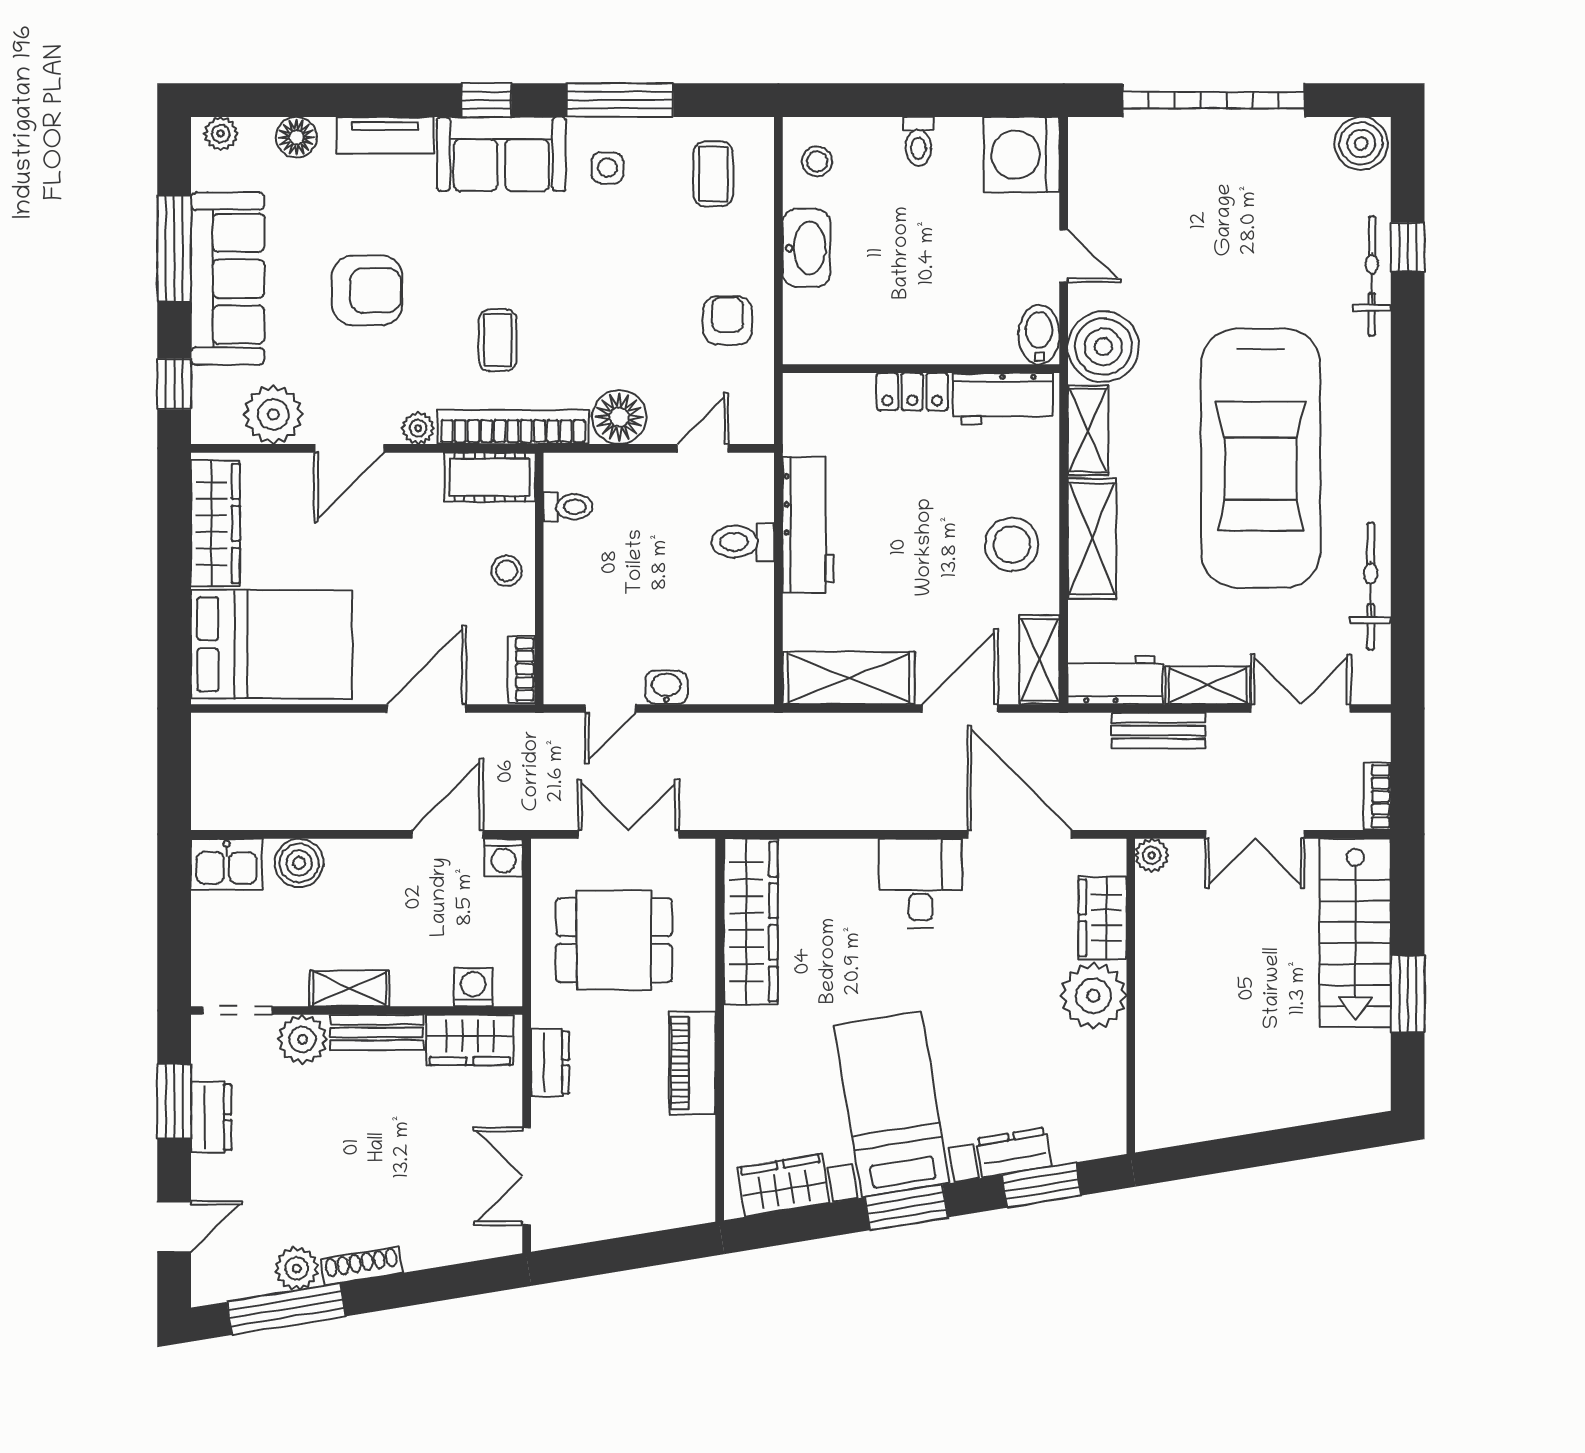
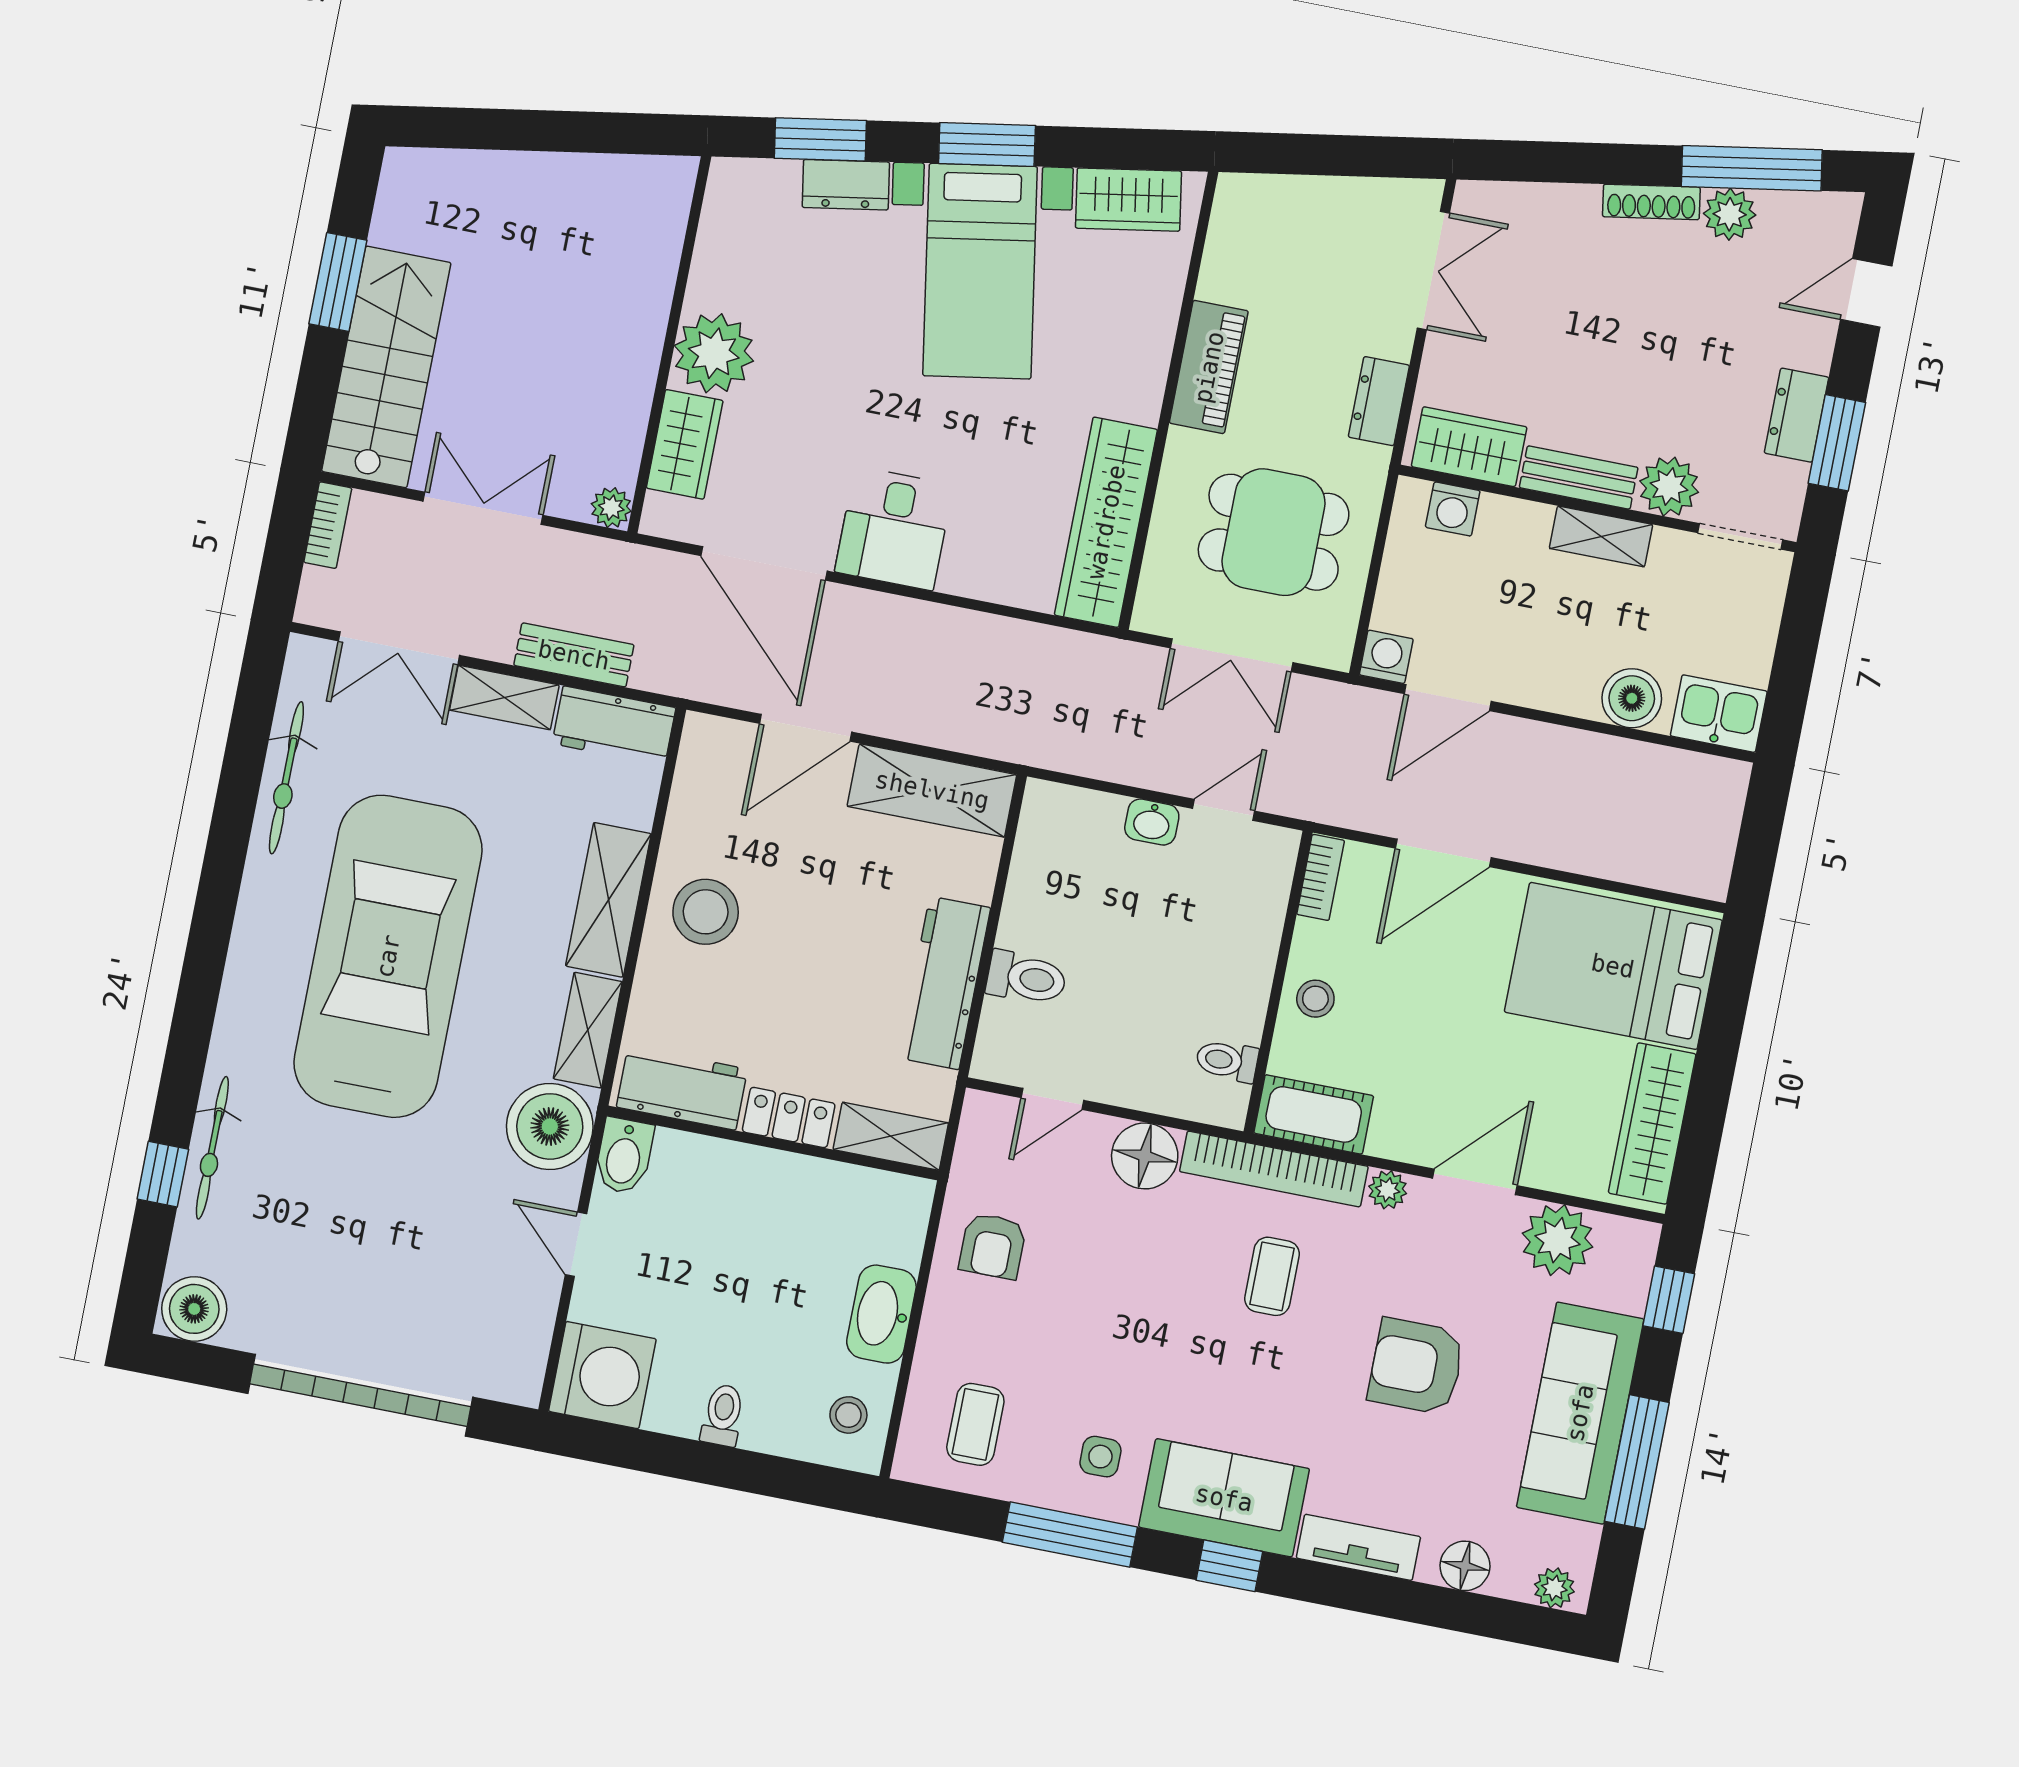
shelving: (1039, 660) -> (891, 1136), moved, turned 90

